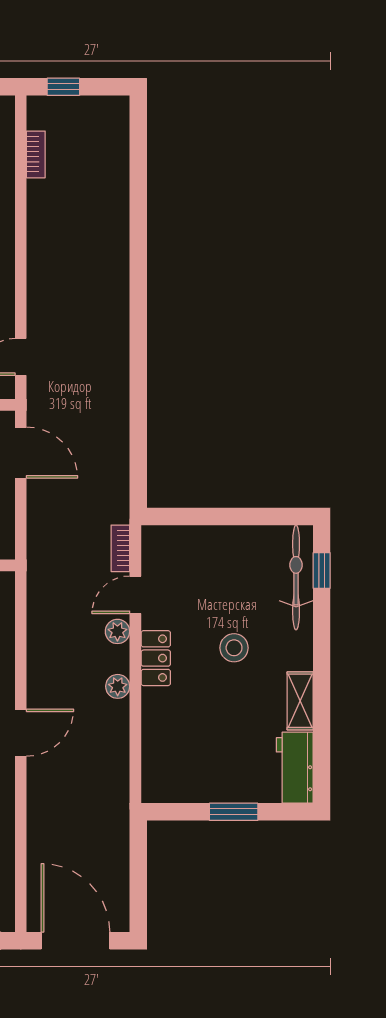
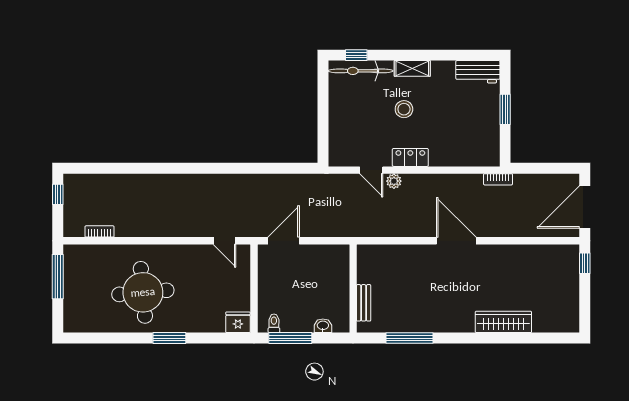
window: (63, 87) -> (58, 194), moved
bookcase: (120, 548) -> (498, 179), moved
plant: (118, 686) -> (428, 181), removed
shelving: (300, 701) -> (412, 68), moved
door: (21, 733) -> (456, 241), width x1.36

